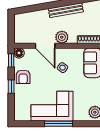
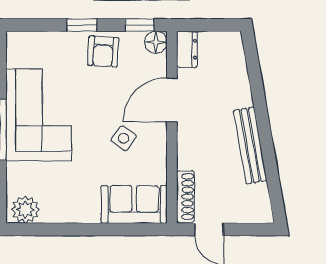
plant: (62, 37) -> (191, 137), removed
dresser: (22, 39) -> (187, 49), added
armchair: (23, 77) -> (103, 51), turned -86

